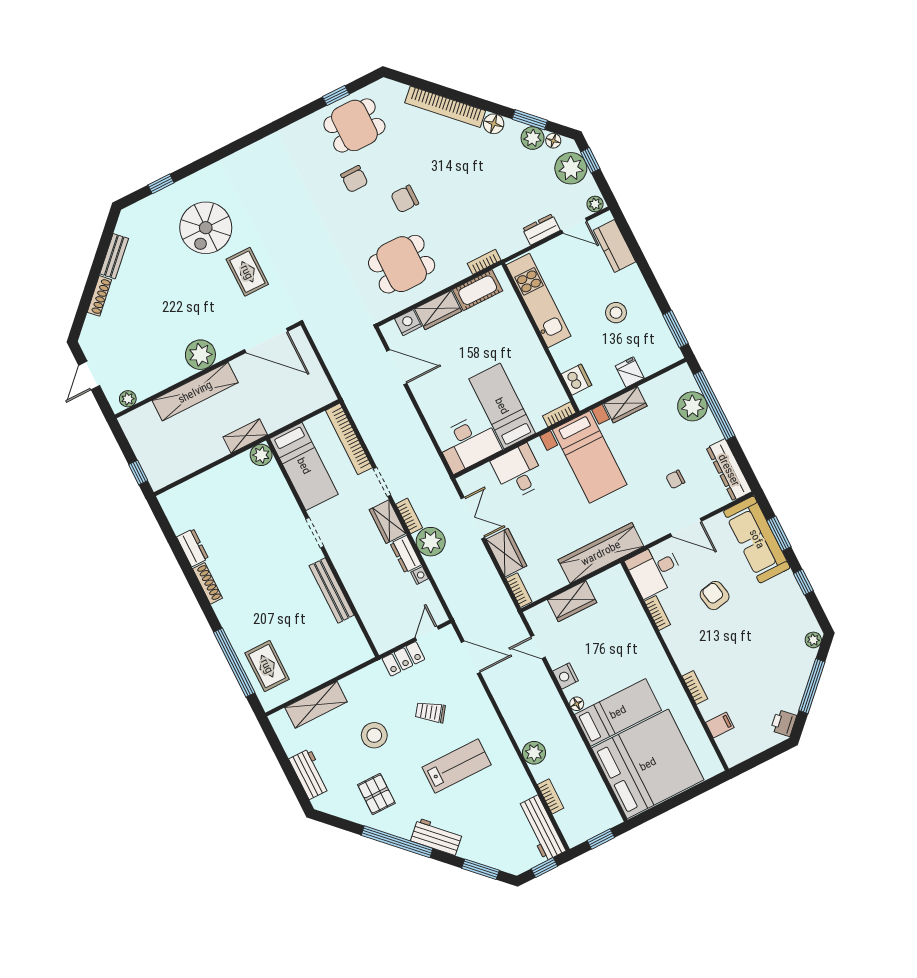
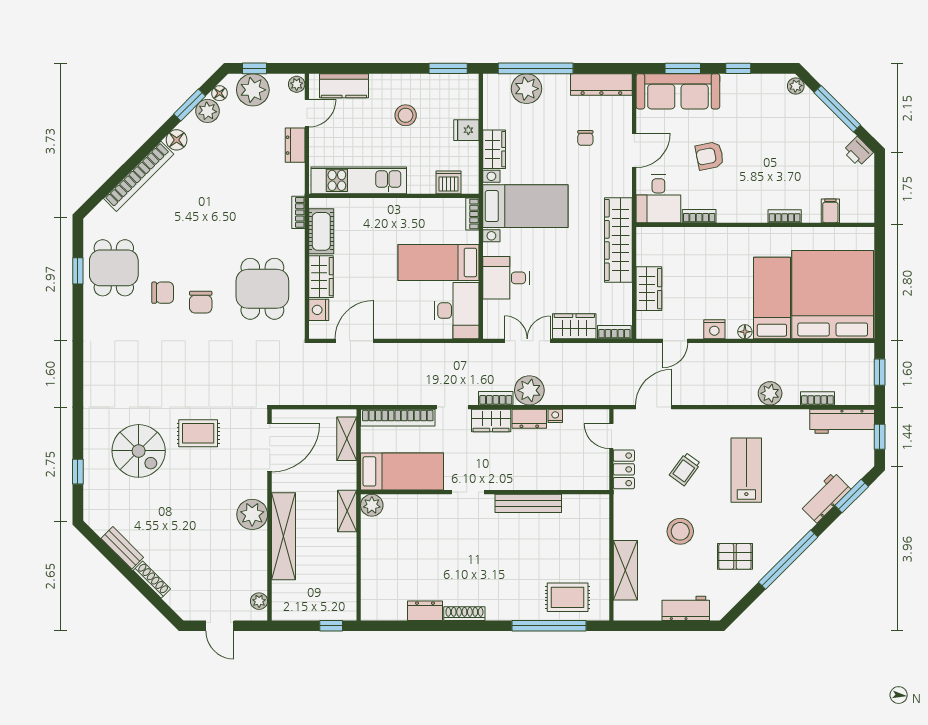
chair: (405, 199) -> (201, 302), moved
shelving: (308, 404) -> (347, 439), added
workbench: (437, 837) -> (825, 498), moved

